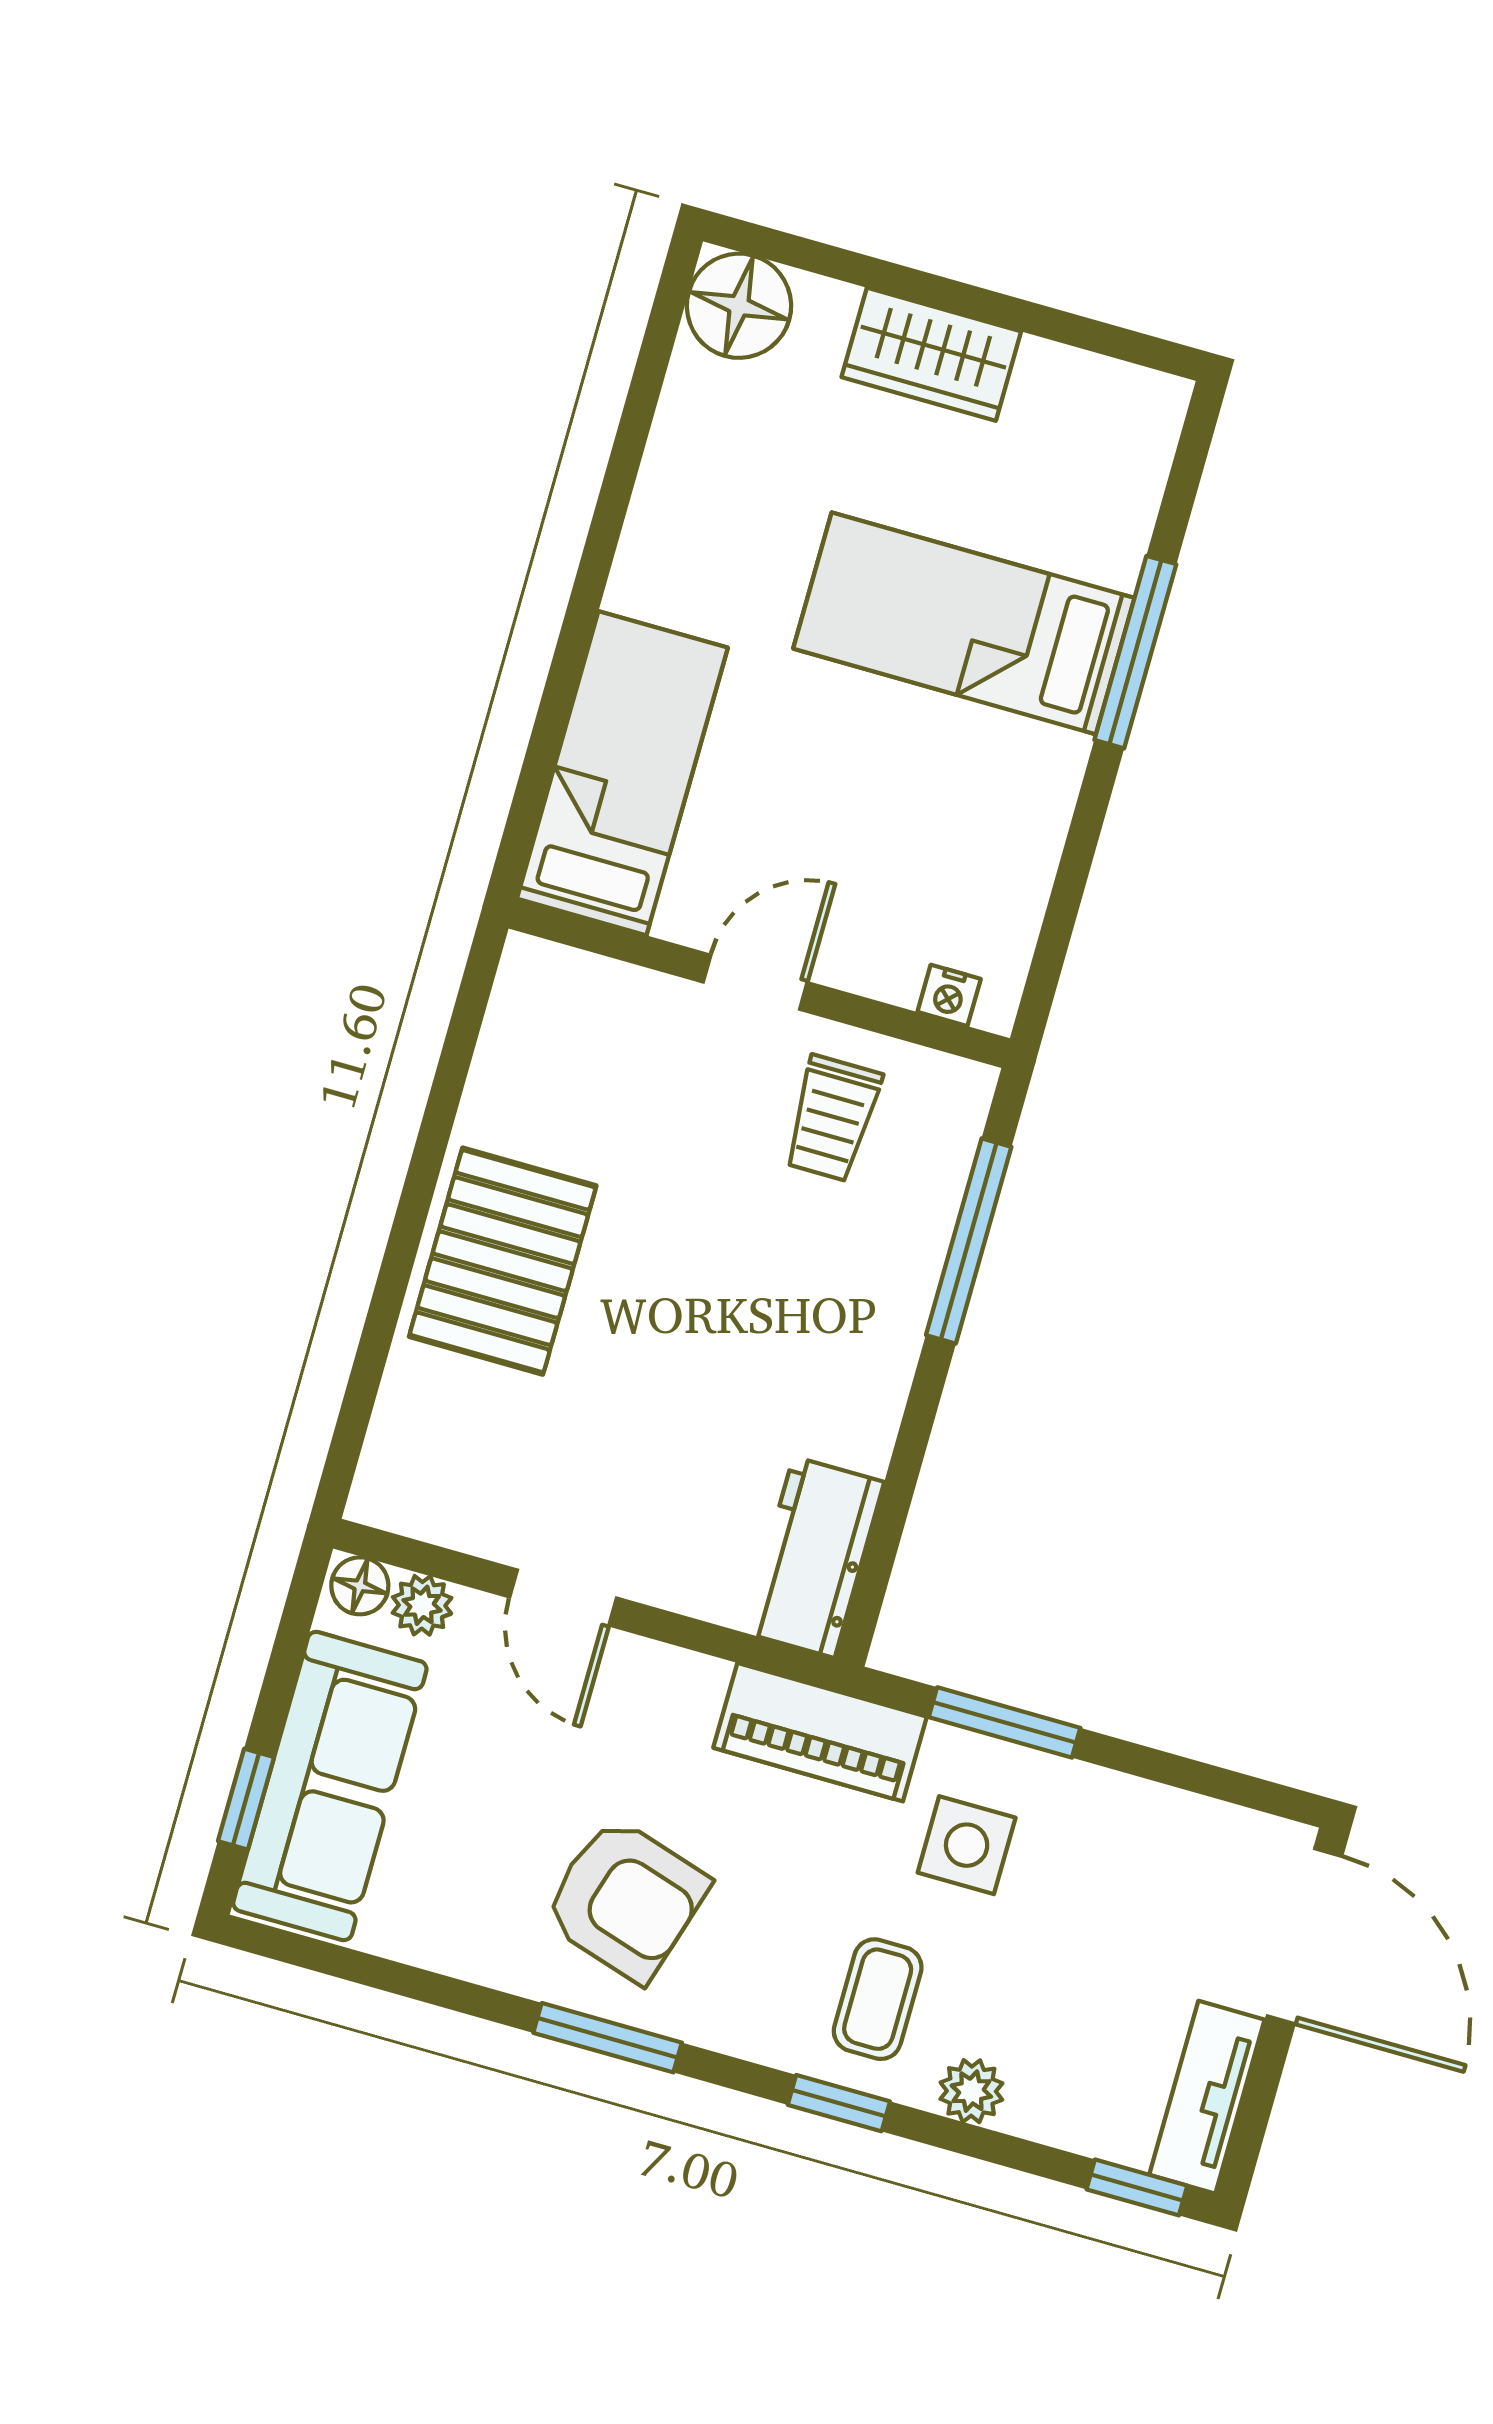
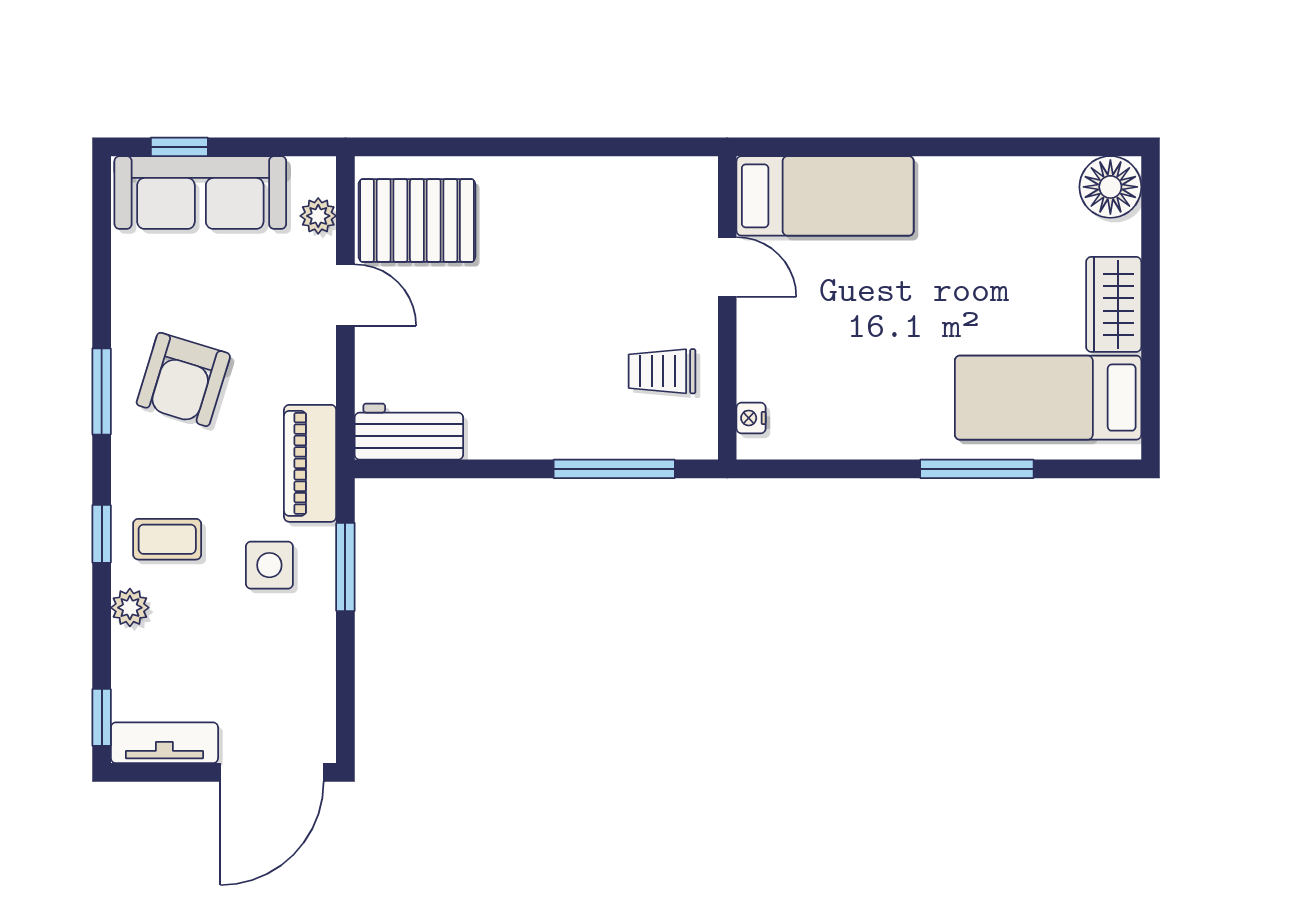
bed: (964, 623) -> (1048, 398), moved, turned -90
door: (755, 982) -> (727, 267), moved
pallet: (503, 1261) -> (417, 220), moved
floor lamp: (360, 1586) -> (319, 177), removed
door: (563, 1597) -> (345, 295), swing flipped

